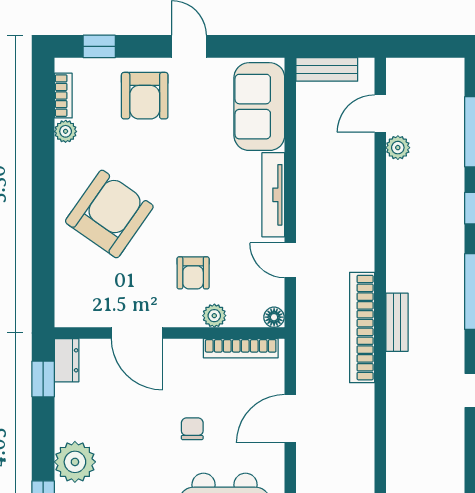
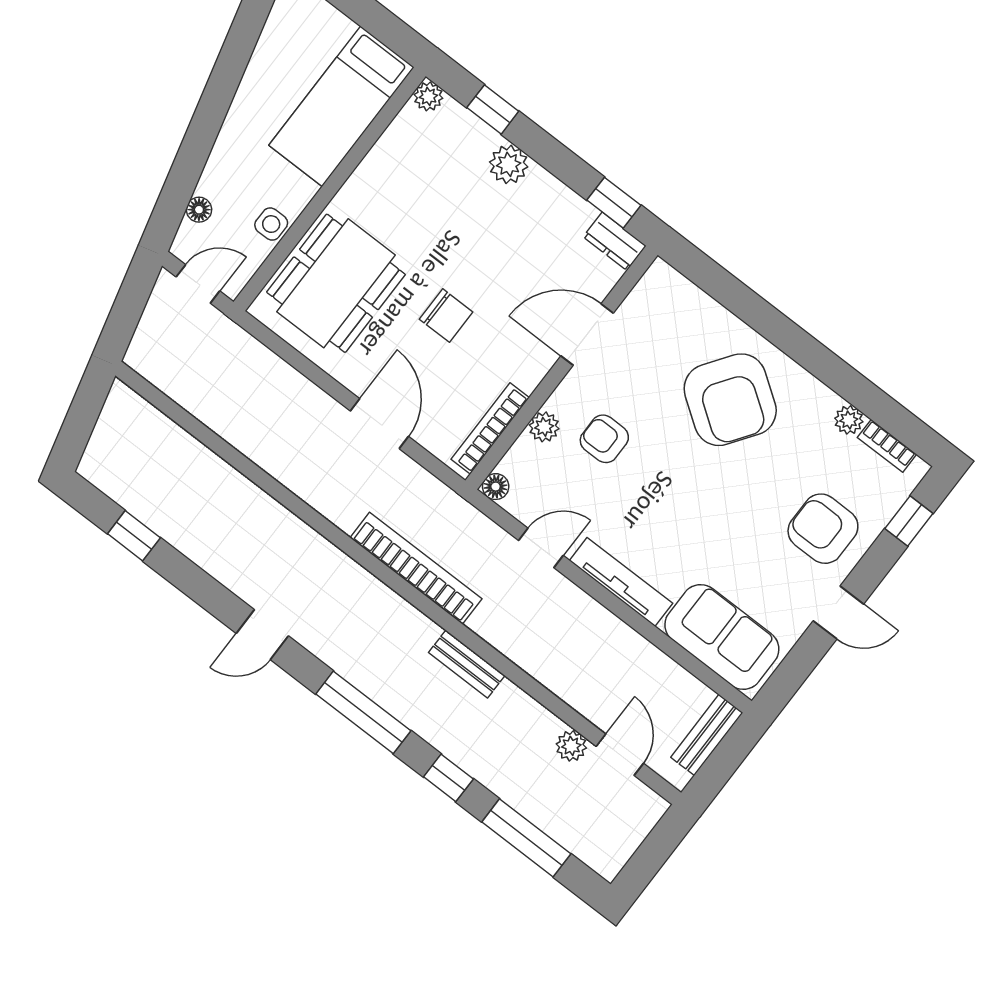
bench: (397, 322) -> (467, 664), moved
chair: (192, 429) -> (446, 316), width x1.37, depth x1.37
plant: (75, 462) -> (509, 164), width x0.73, depth x0.73

